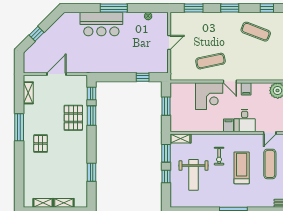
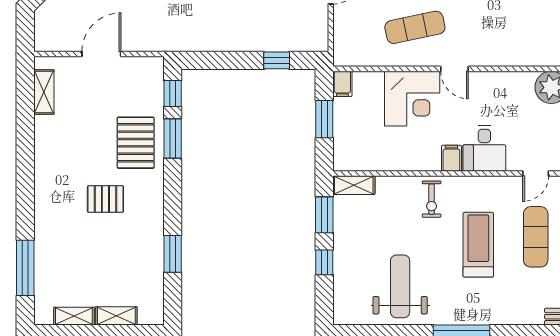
filing cabinet: (246, 89) -> (342, 84), moved
window: (19, 127) -> (25, 268), moved
pallet: (41, 144) -> (105, 199), moved, turned 90
exercise bike: (219, 156) -> (432, 199), moved
weight bench: (194, 175) -> (400, 286), moved, turned 180

